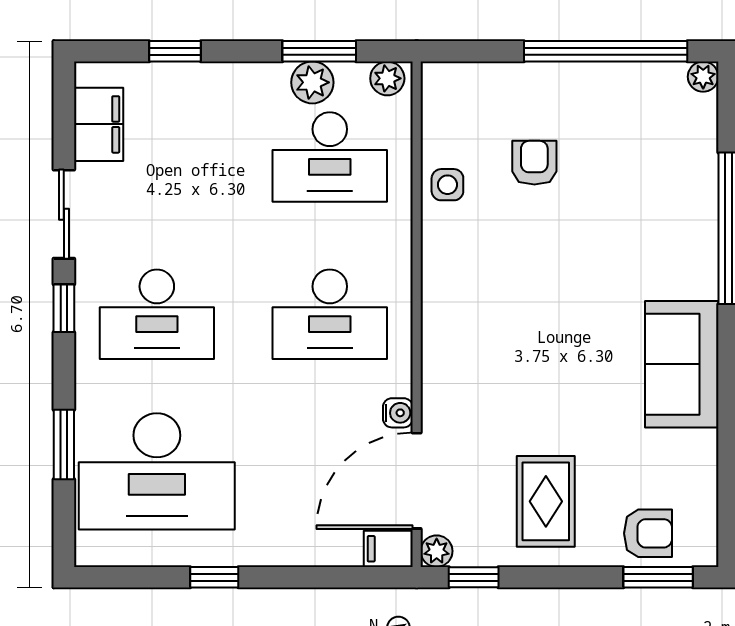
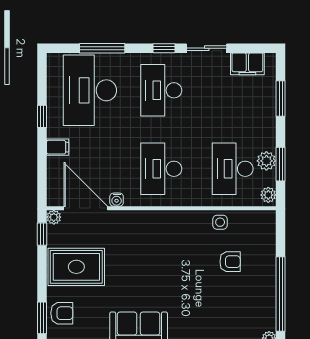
window: (175, 51) -> (281, 99), width x1.50
window: (64, 445) -> (102, 48), width x1.44
rug: (546, 501) -> (76, 267), width x1.36, depth x1.43
armchair: (648, 533) -> (62, 313), turned -90
filing cabinet: (388, 549) -> (58, 147), moved, turned 90

